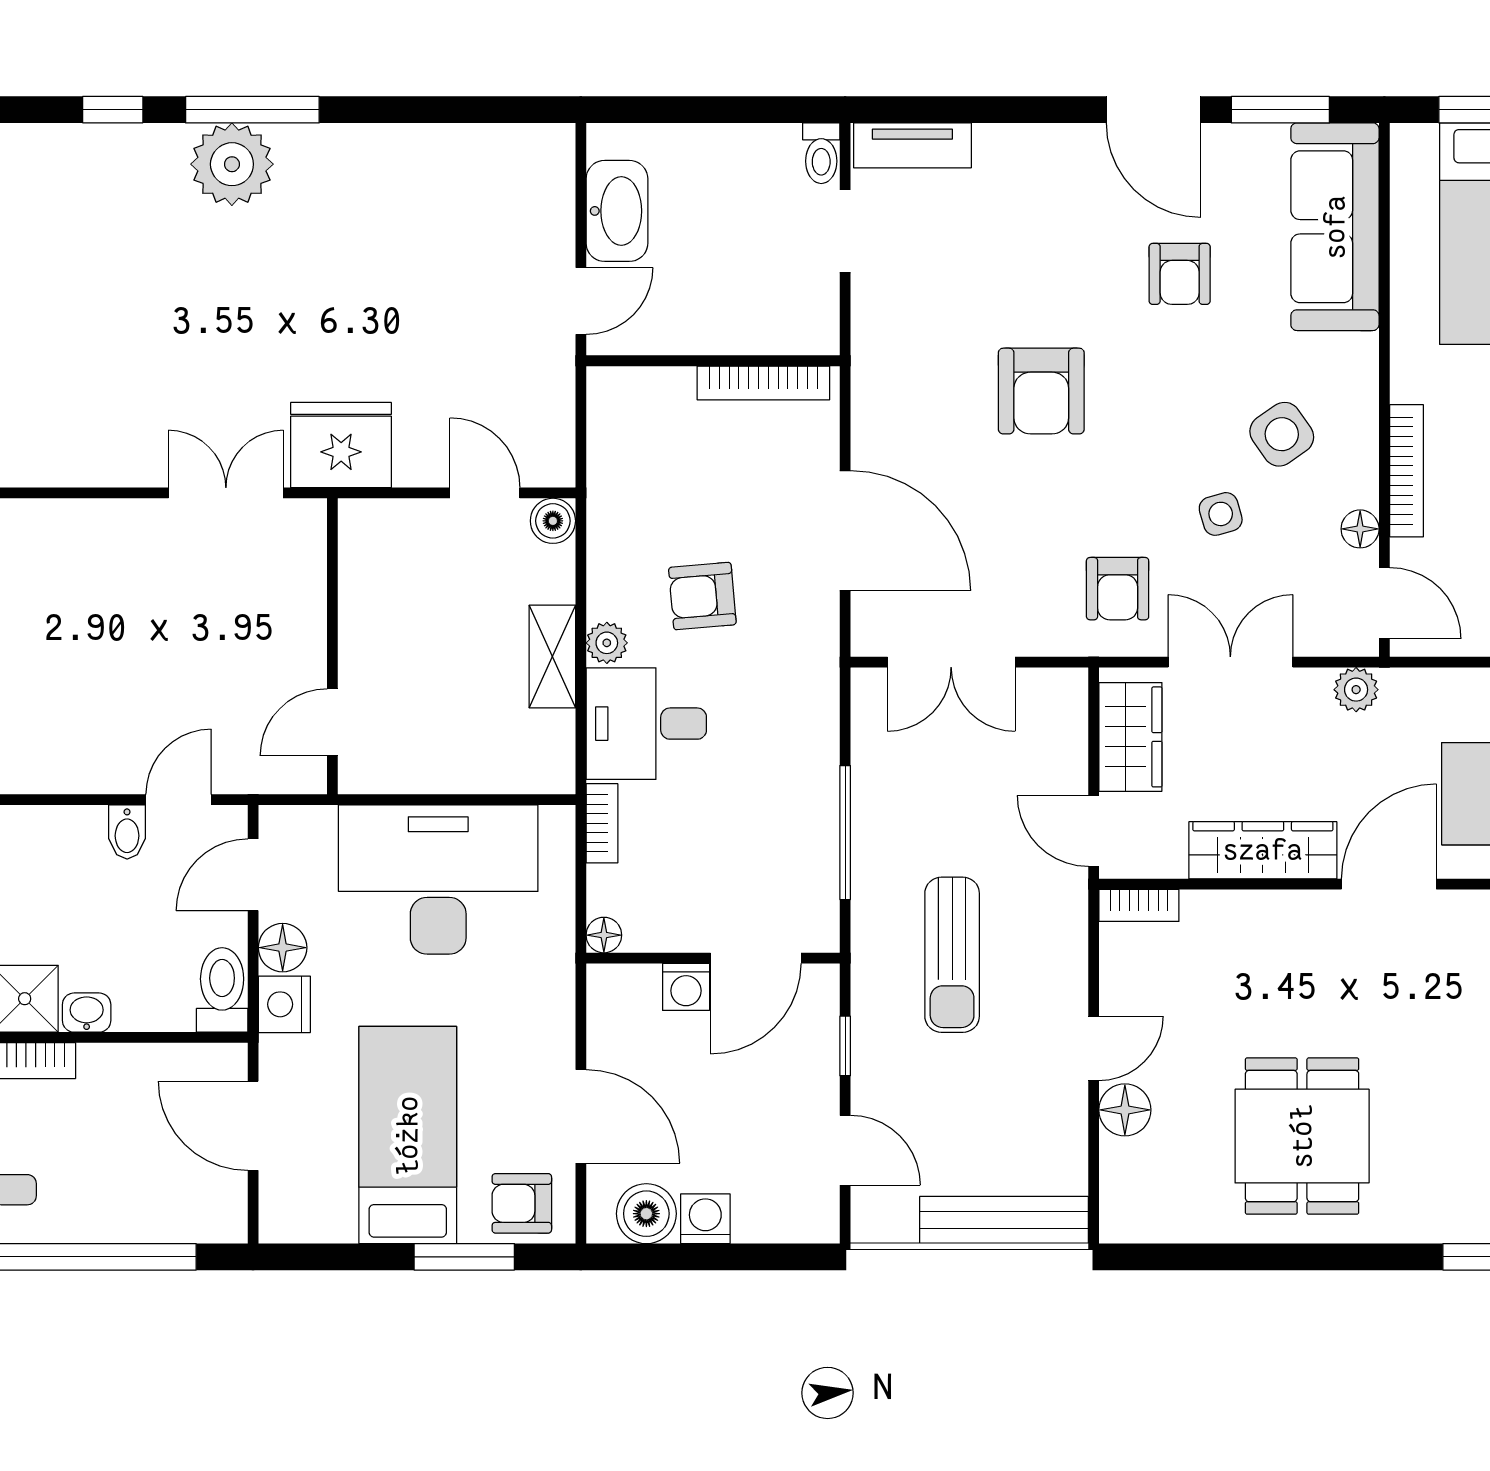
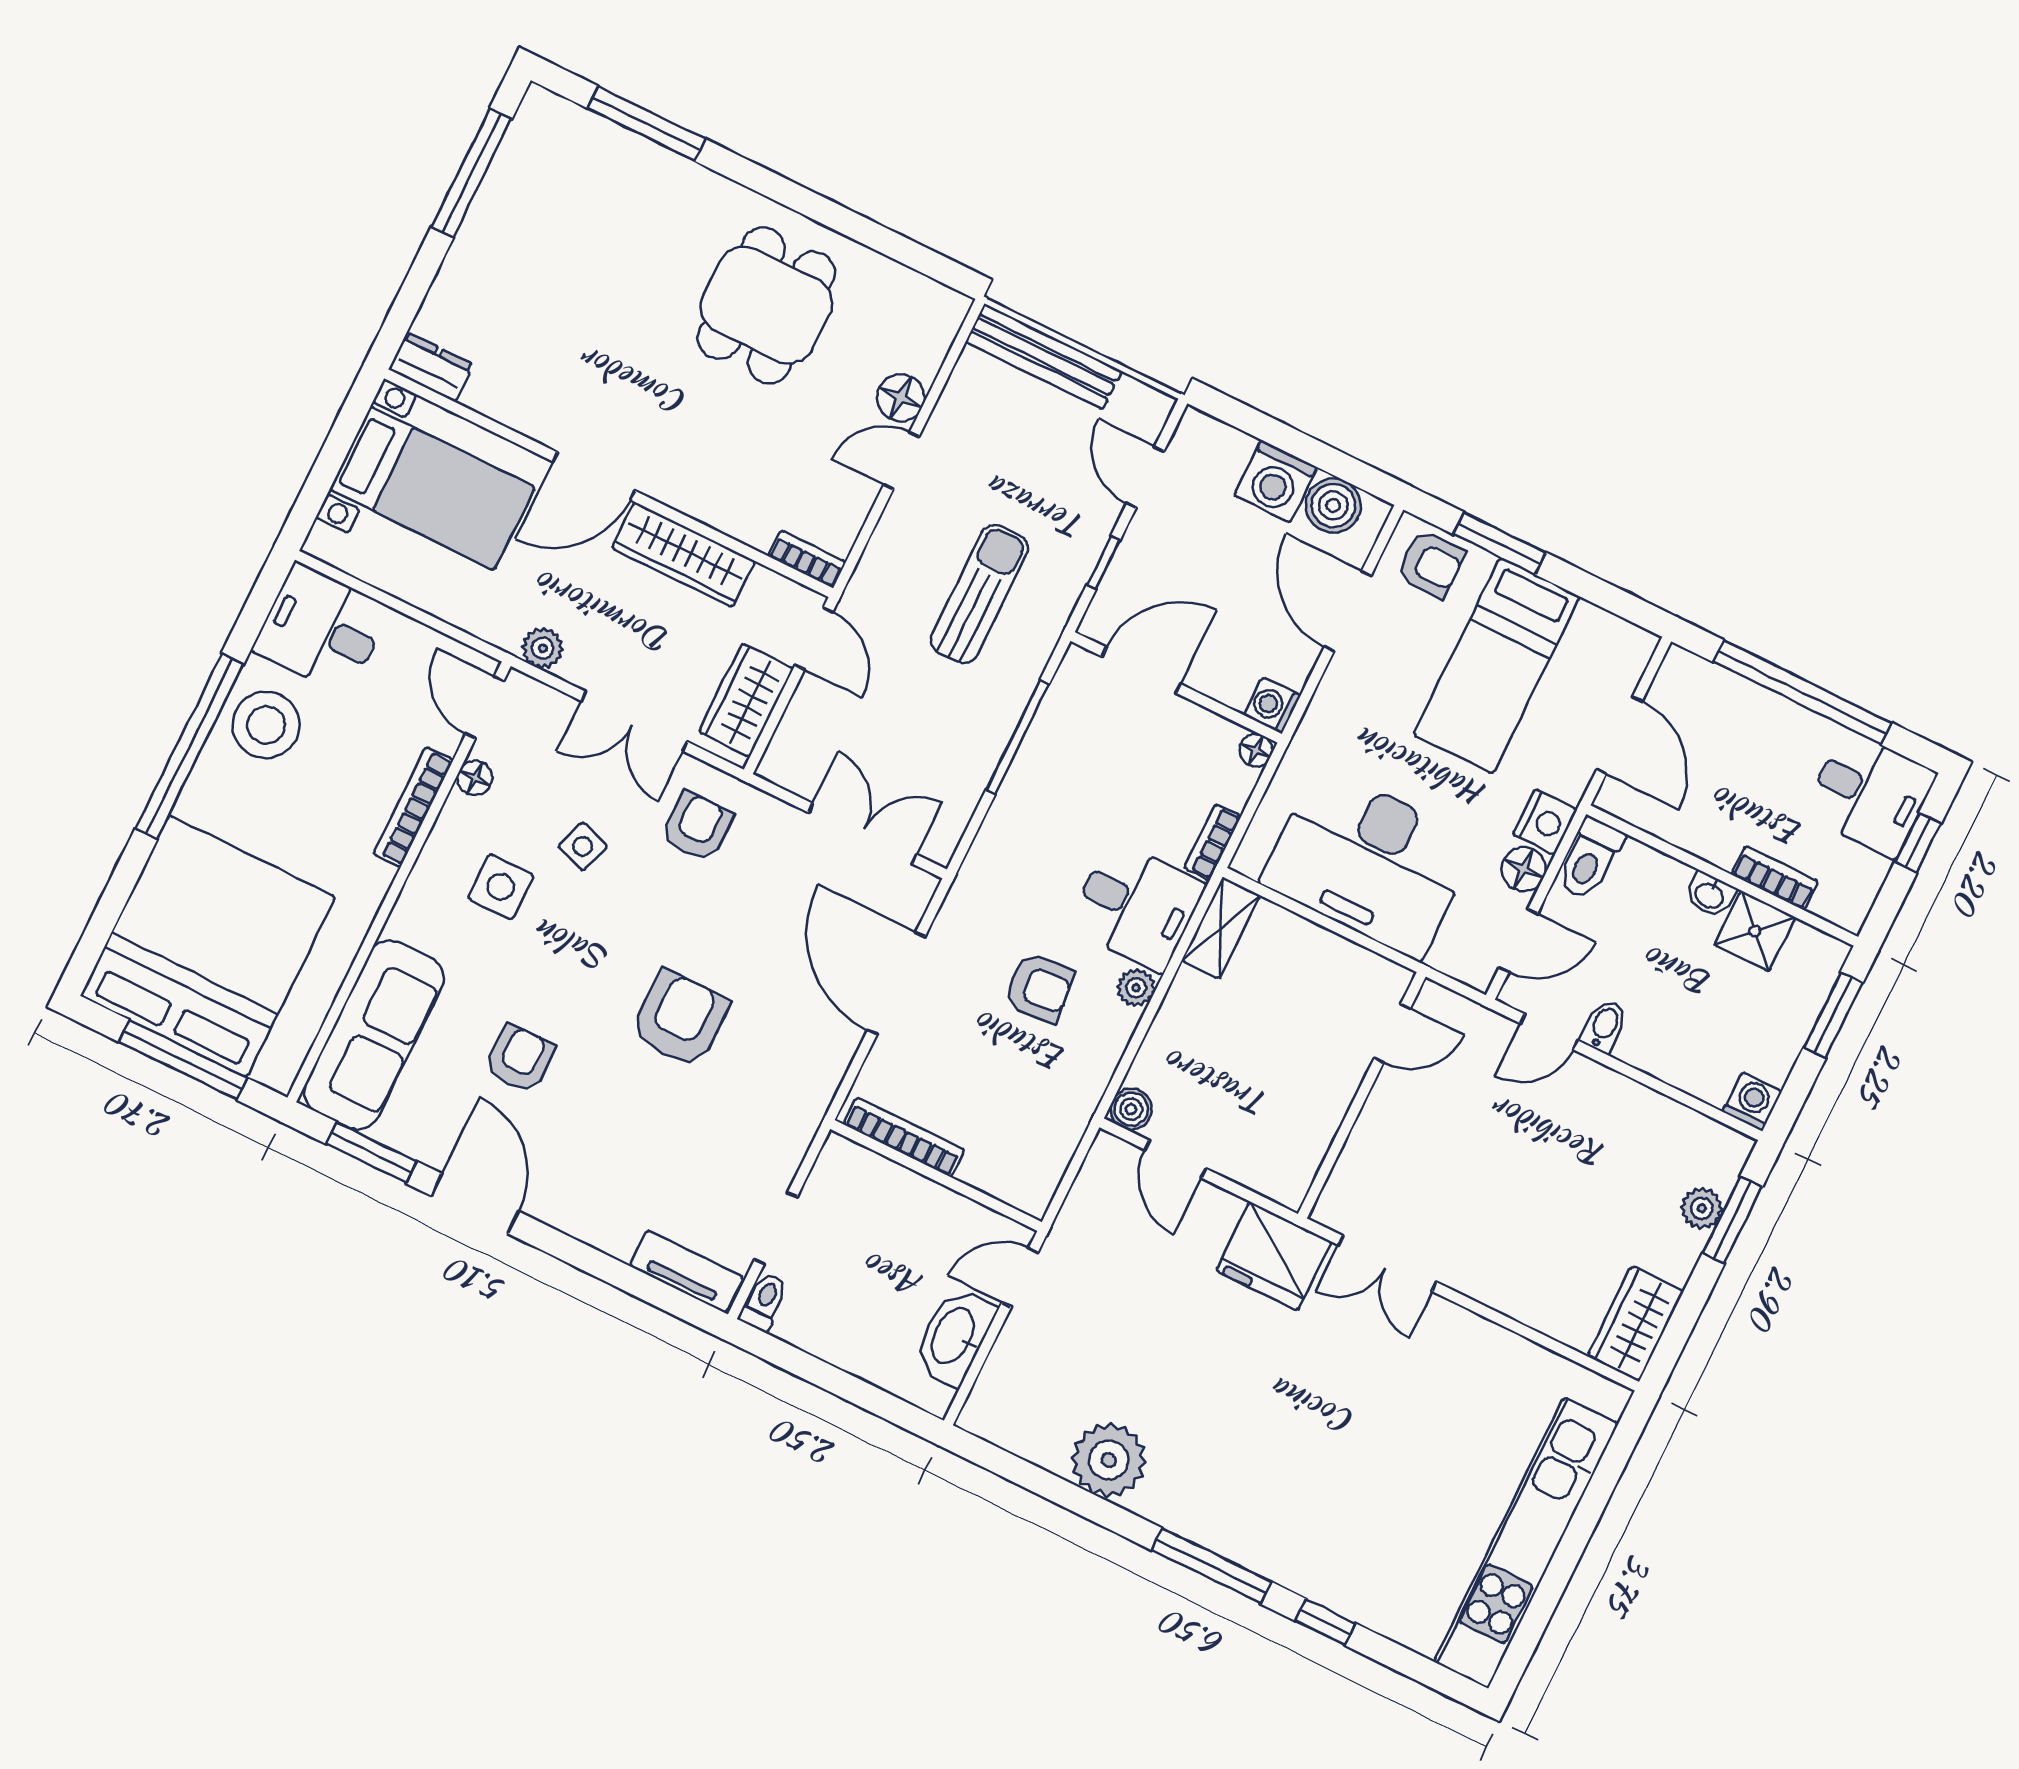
plant: (232, 164) -> (1109, 1460), moved
side table: (1282, 434) -> (501, 887), turned 35
side table: (1221, 514) -> (583, 846), turned 35
shelving: (552, 656) -> (1221, 928), moved
washing machine: (686, 987) -> (1272, 705), moved, turned -90
washing machine: (705, 1219) -> (1276, 481), width x1.38, depth x1.38

